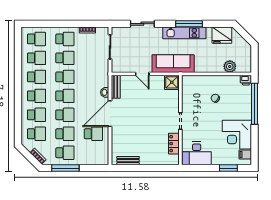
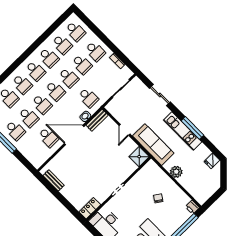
fridge: (222, 35) -> (212, 161), width x0.53, depth x0.75
plant: (230, 66) -> (176, 172), moved
school desk: (93, 77) -> (88, 98), added
locker: (174, 144) -> (90, 208), moved

